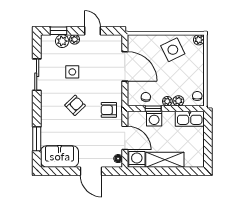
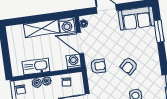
window: (153, 109) -> (58, 73), removed
washing machine: (154, 119) -> (74, 61), moved
kitchen sink: (190, 119) -> (36, 67), moved

